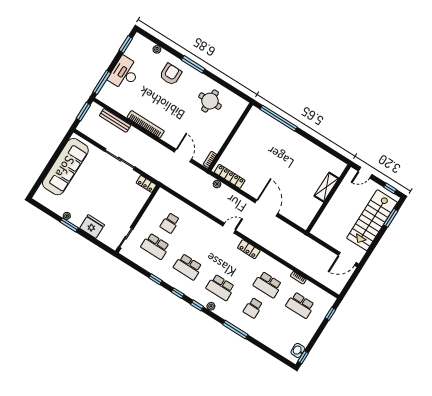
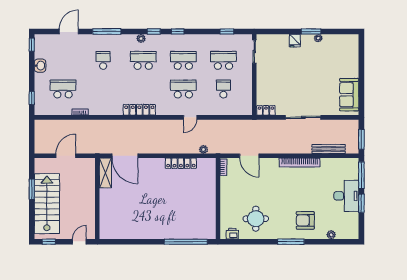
window: (126, 44) -> (361, 203), moved
armchair: (171, 74) -> (305, 220), turned 90
printer: (237, 101) -> (232, 234), added
sofa: (65, 167) -> (349, 95), width x0.54, depth x0.79
locker: (230, 176) -> (181, 163), moved
shelving: (326, 187) -> (105, 173), moved
door: (267, 208) -> (125, 156), moved
window: (391, 218) -> (32, 189), moved
fridge: (92, 227) -> (295, 41), width x0.53, depth x0.75
door: (229, 228) -> (190, 117), moved
locker: (249, 249) -> (139, 110), width x1.53
door: (347, 259) -> (66, 156), moved
window: (156, 279) -> (227, 31), moved
school desk: (268, 285) -> (183, 89), moved
door: (266, 349) -> (69, 31), added
washbasin: (298, 350) -> (40, 66), moved

